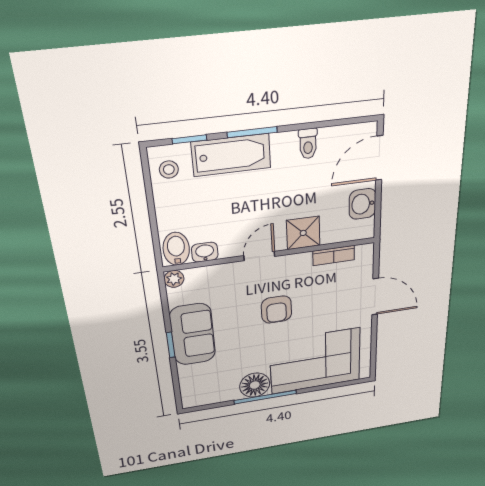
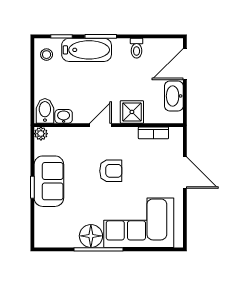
washbasin: (363, 204) -> (174, 96), width x1.38
armchair: (276, 310) -> (111, 171), turned -90

